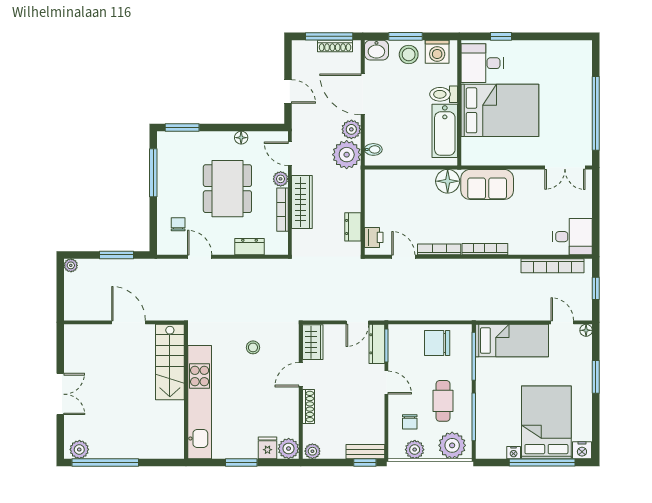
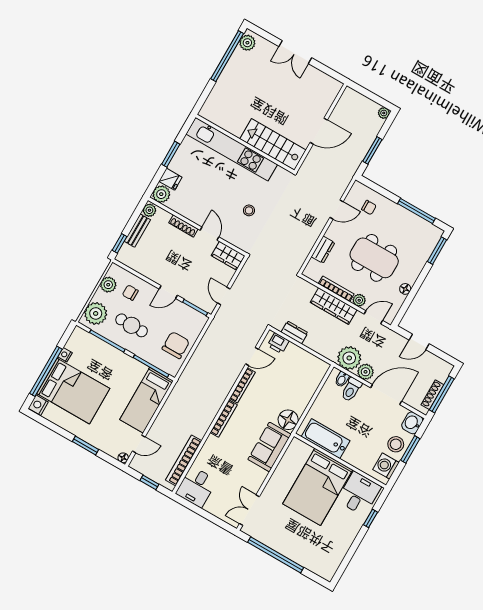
toilet: (444, 94) -> (351, 390), moved, turned 180
dresser: (377, 344) -> (200, 301), removed
bench: (365, 452) -> (137, 231), moved

